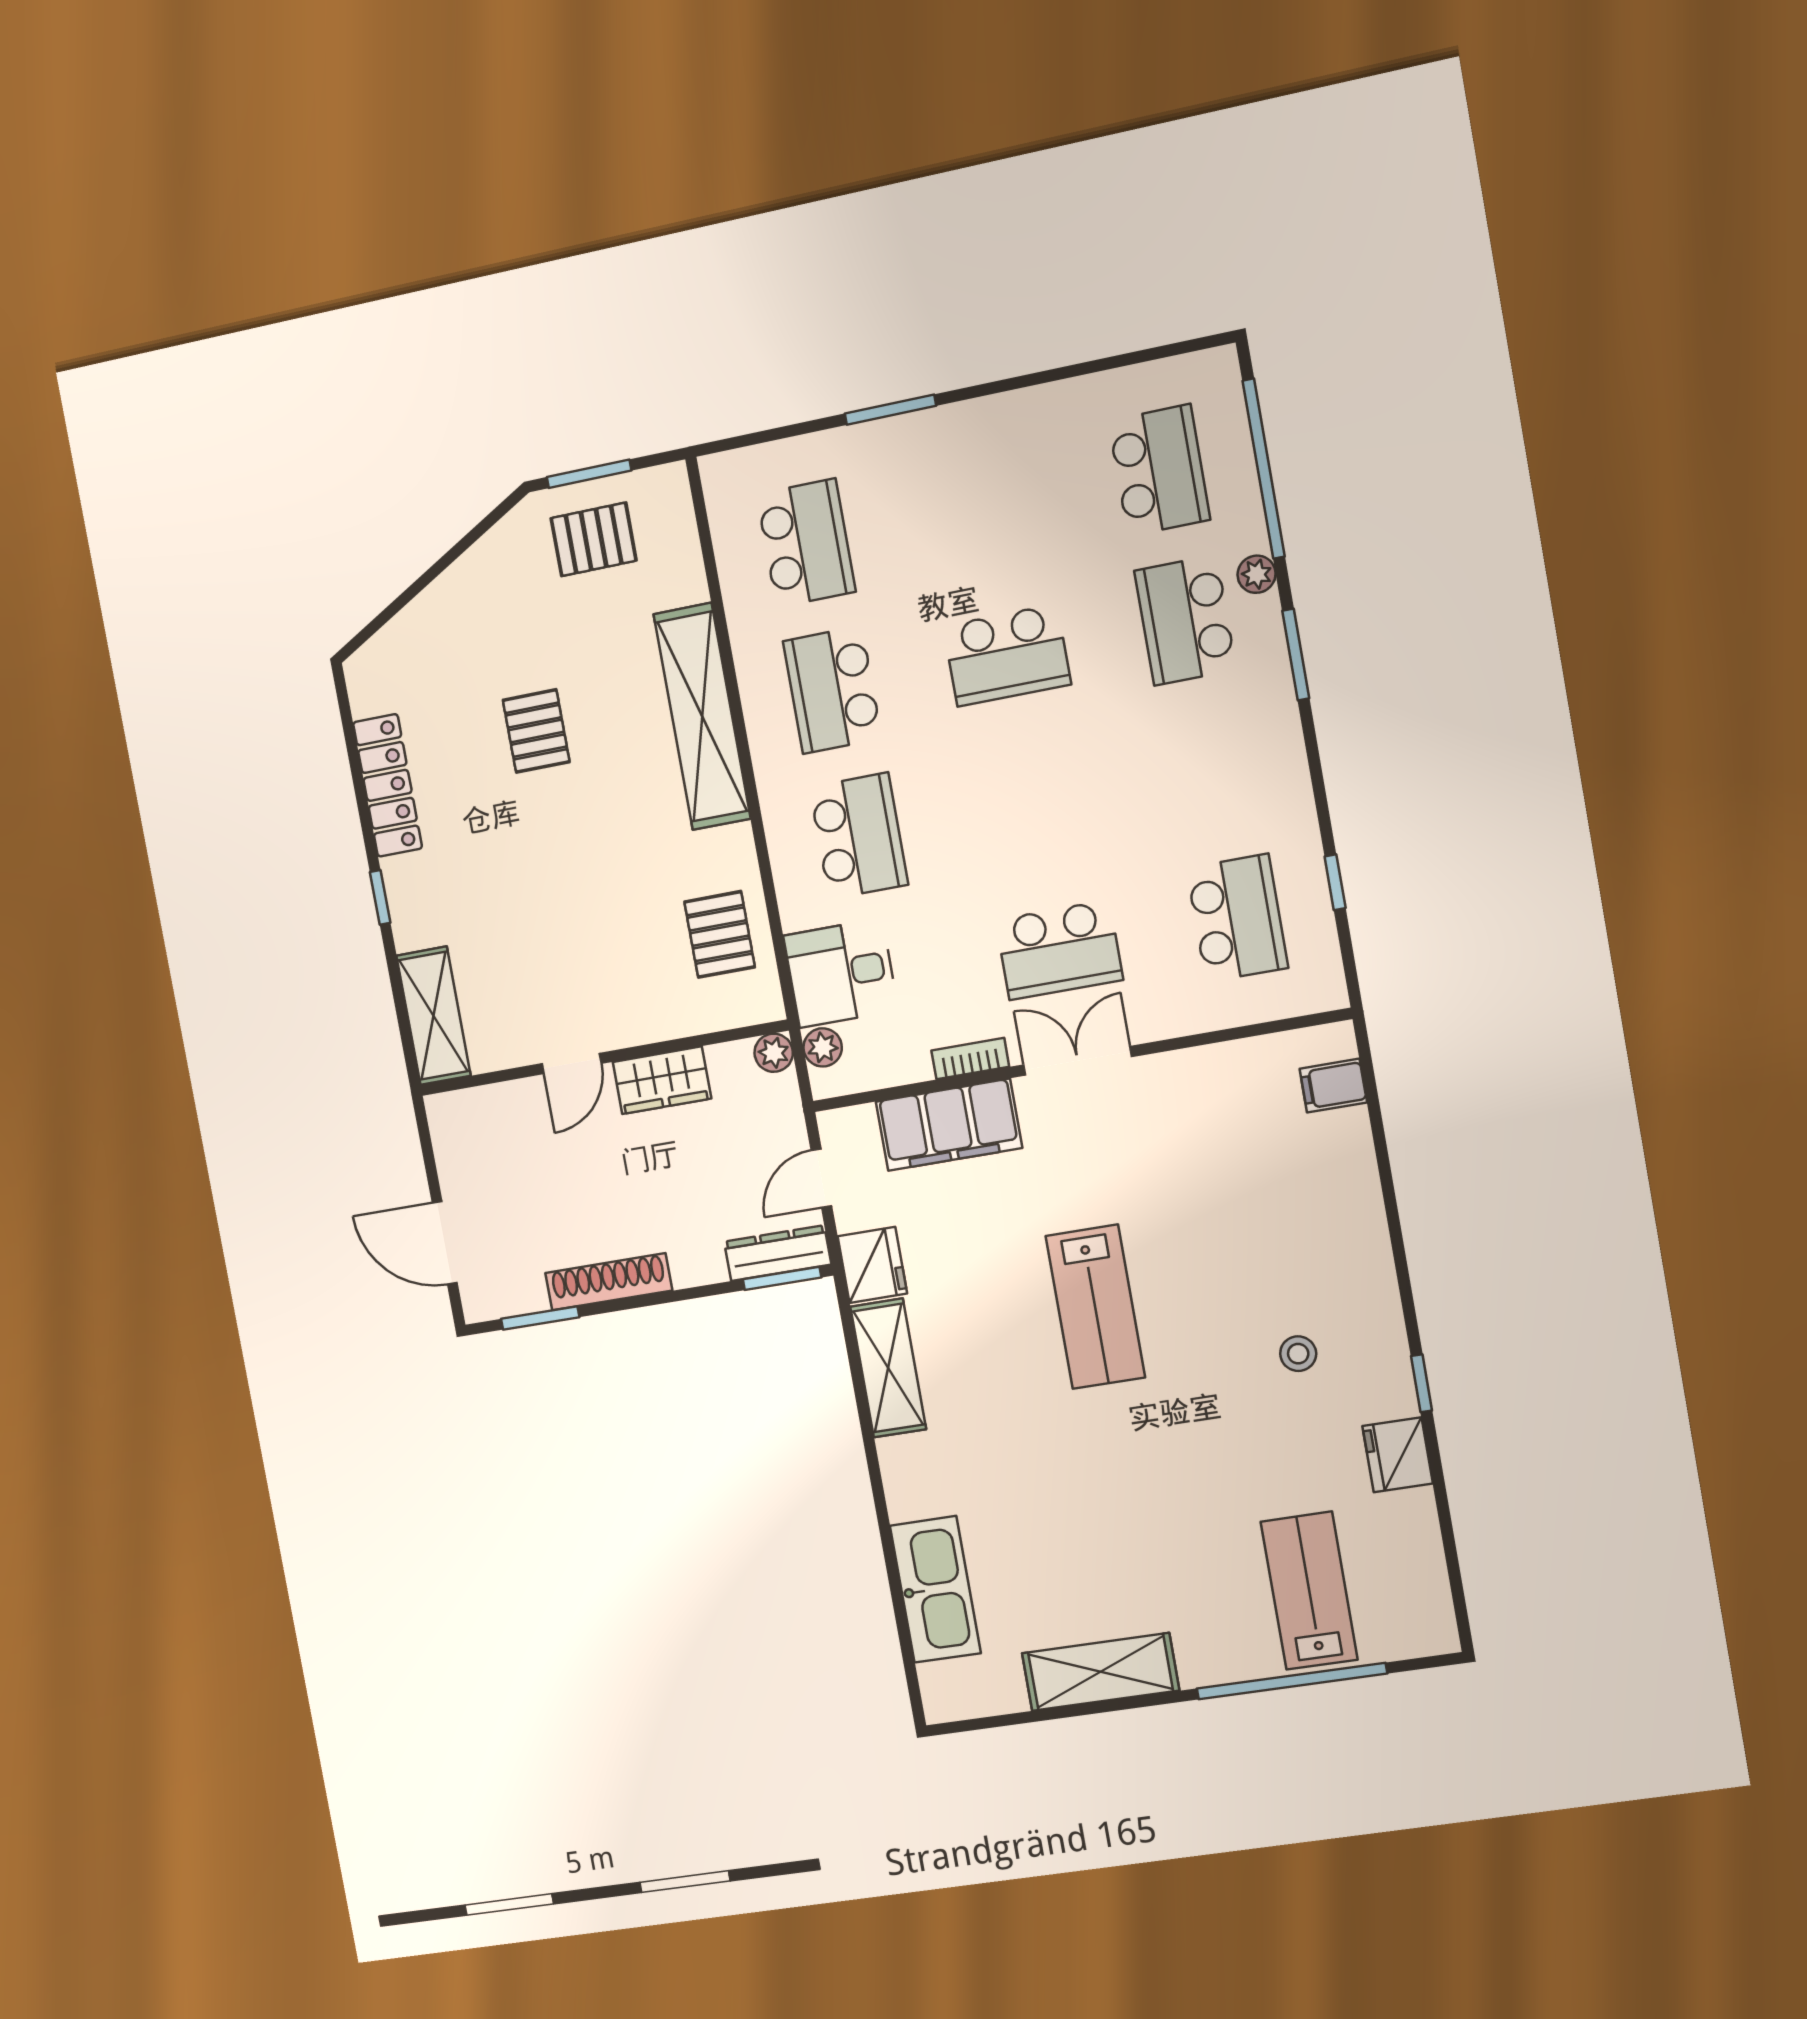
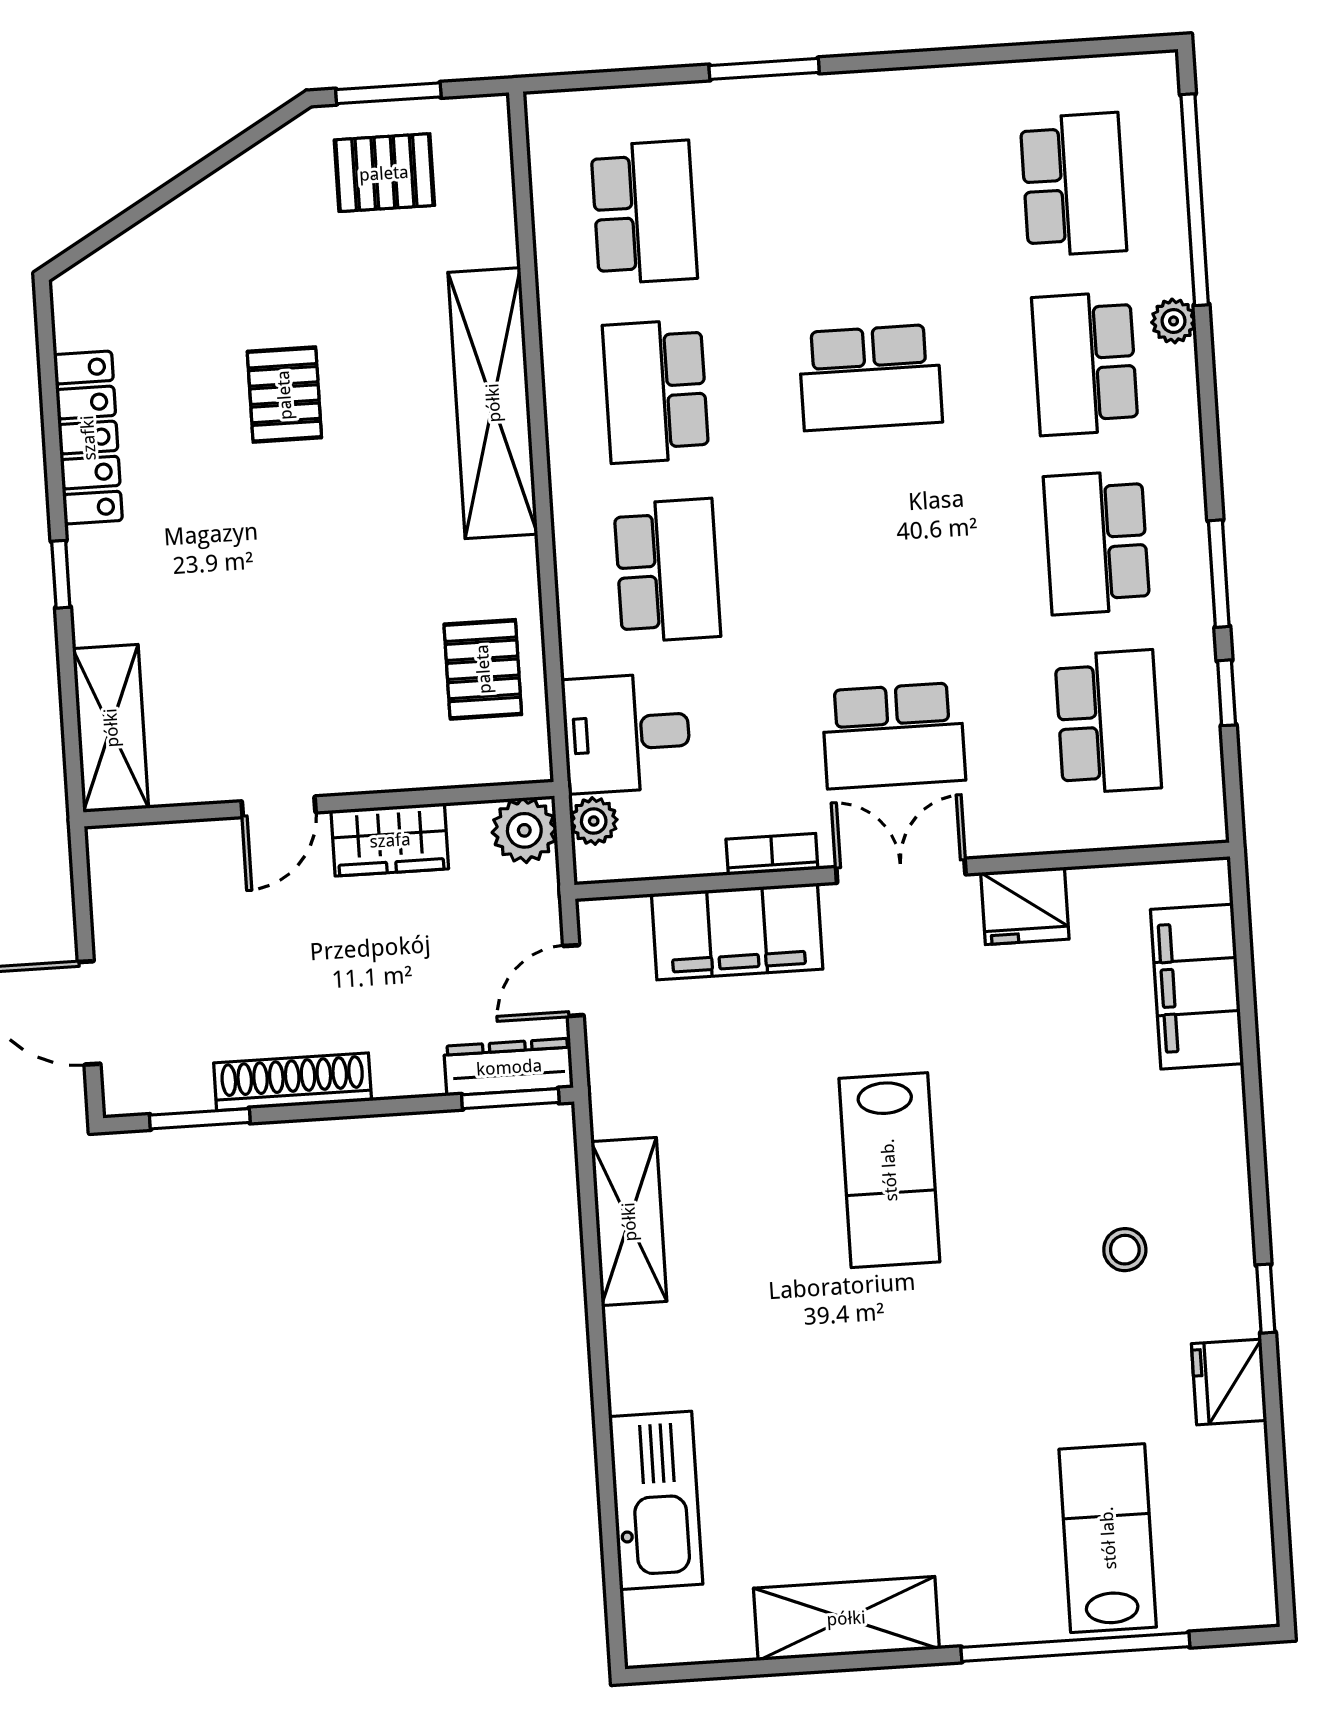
window: (1296, 654) -> (1219, 574), moved
school desk: (1211, 769) -> (1097, 543), added
plant: (774, 1053) -> (524, 830), width x1.38, depth x1.38
filing cabinet: (1333, 1086) -> (1197, 987), width x3.00, depth x1.17
fridge: (872, 1265) -> (1025, 906), moved, turned 90

